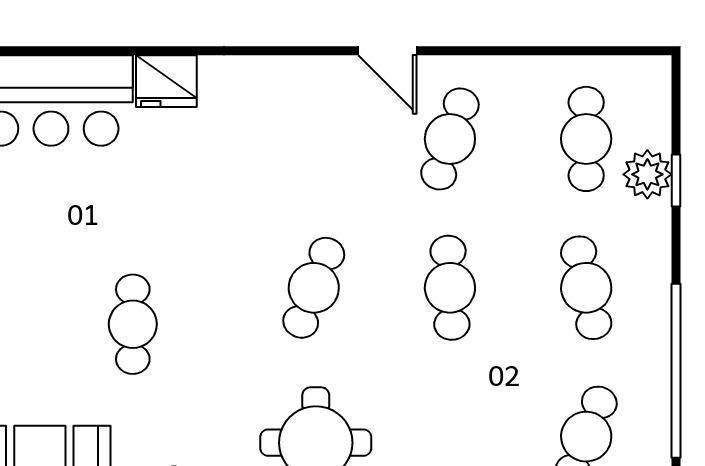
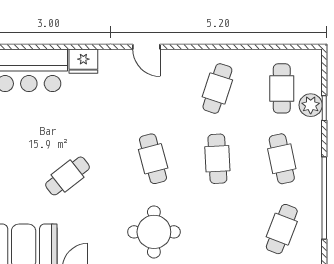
door: (387, 51) -> (146, 47), moved
cafe table: (314, 288) -> (153, 159), turned -36
cafe table: (133, 324) -> (67, 176), turned 52

